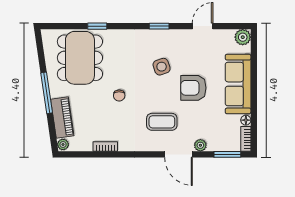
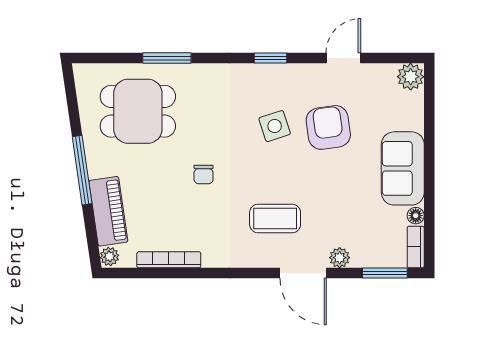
window: (97, 26) -> (167, 58), width x1.50
dining table: (80, 58) -> (138, 111), width x0.73
sofa: (238, 84) -> (403, 168), width x0.73
armchair: (193, 88) -> (328, 127), moved, turned 82
bookcase: (105, 146) -> (169, 260), width x1.56

